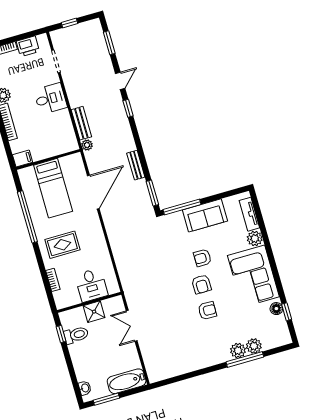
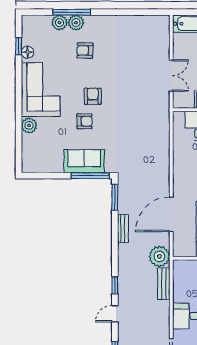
plant: (87, 145) -> (159, 256), width x1.88, depth x1.88
tv unit: (249, 214) -> (27, 150), removed
sofa: (205, 215) -> (84, 161), moved
armchair: (207, 311) -> (85, 51), moved

